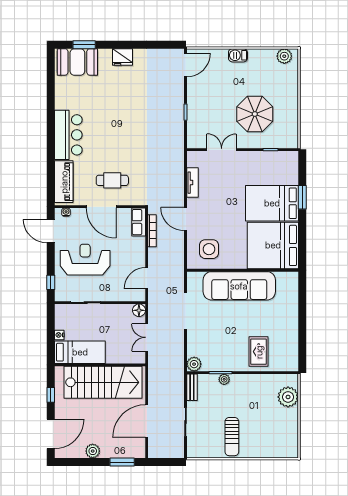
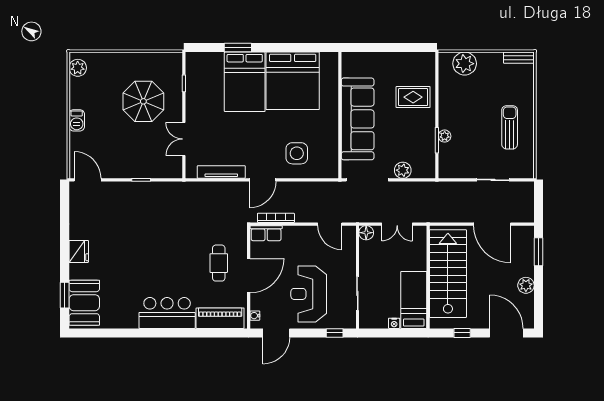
tv unit: (193, 183) -> (221, 172), width x1.41
wall: (243, 270) -> (340, 115), moved
sofa: (239, 286) -> (358, 119), moved
plant: (194, 364) -> (403, 170), moved
bench: (192, 387) -> (519, 58), moved
sun lounger: (232, 437) -> (510, 127), turned -90

